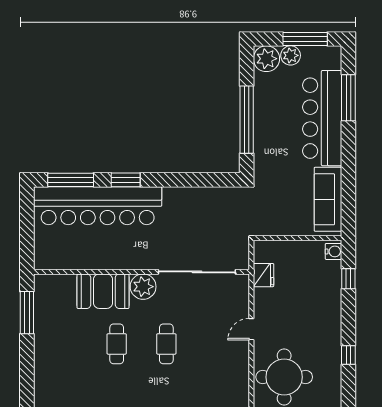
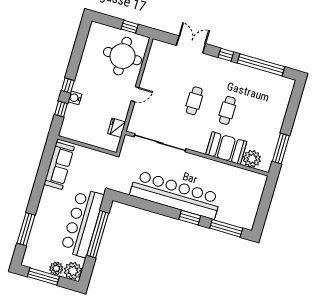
bar counter: (322, 118) -> (82, 223), moved, turned 180
bar counter: (98, 206) -> (175, 195), moved
water cooler: (333, 251) -> (75, 98), moved
plant: (143, 287) -> (252, 159), moved
window: (348, 355) -> (68, 86), moved

